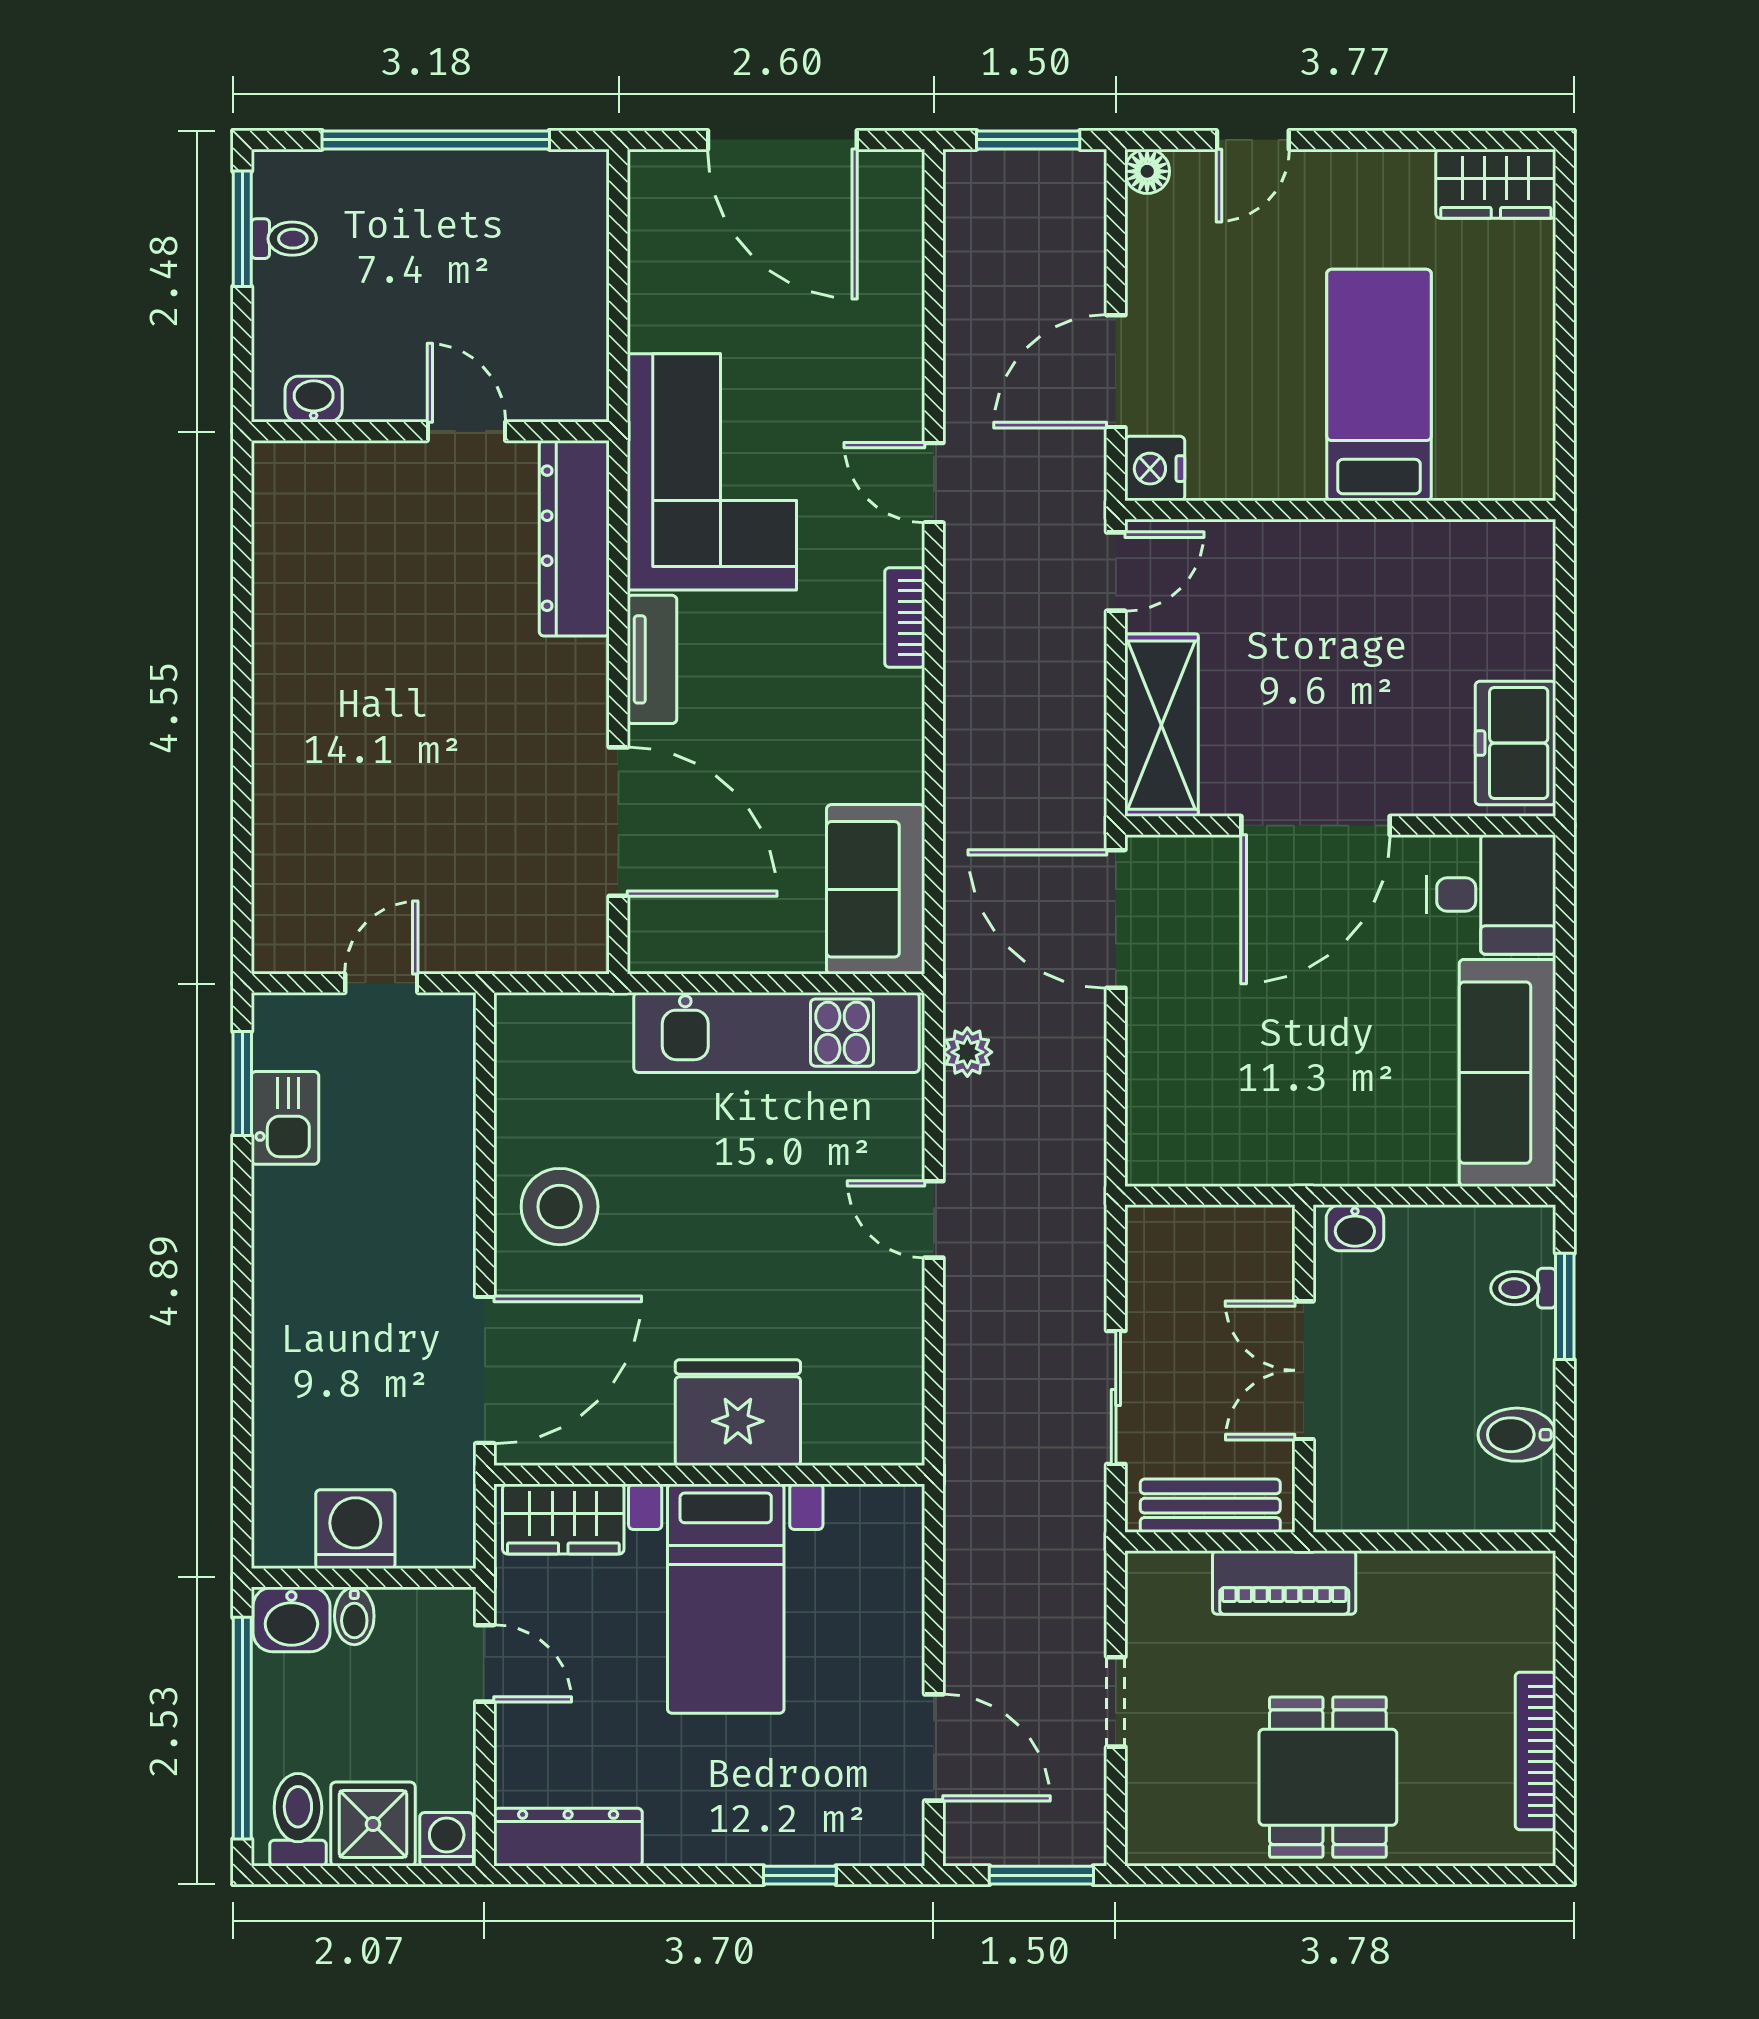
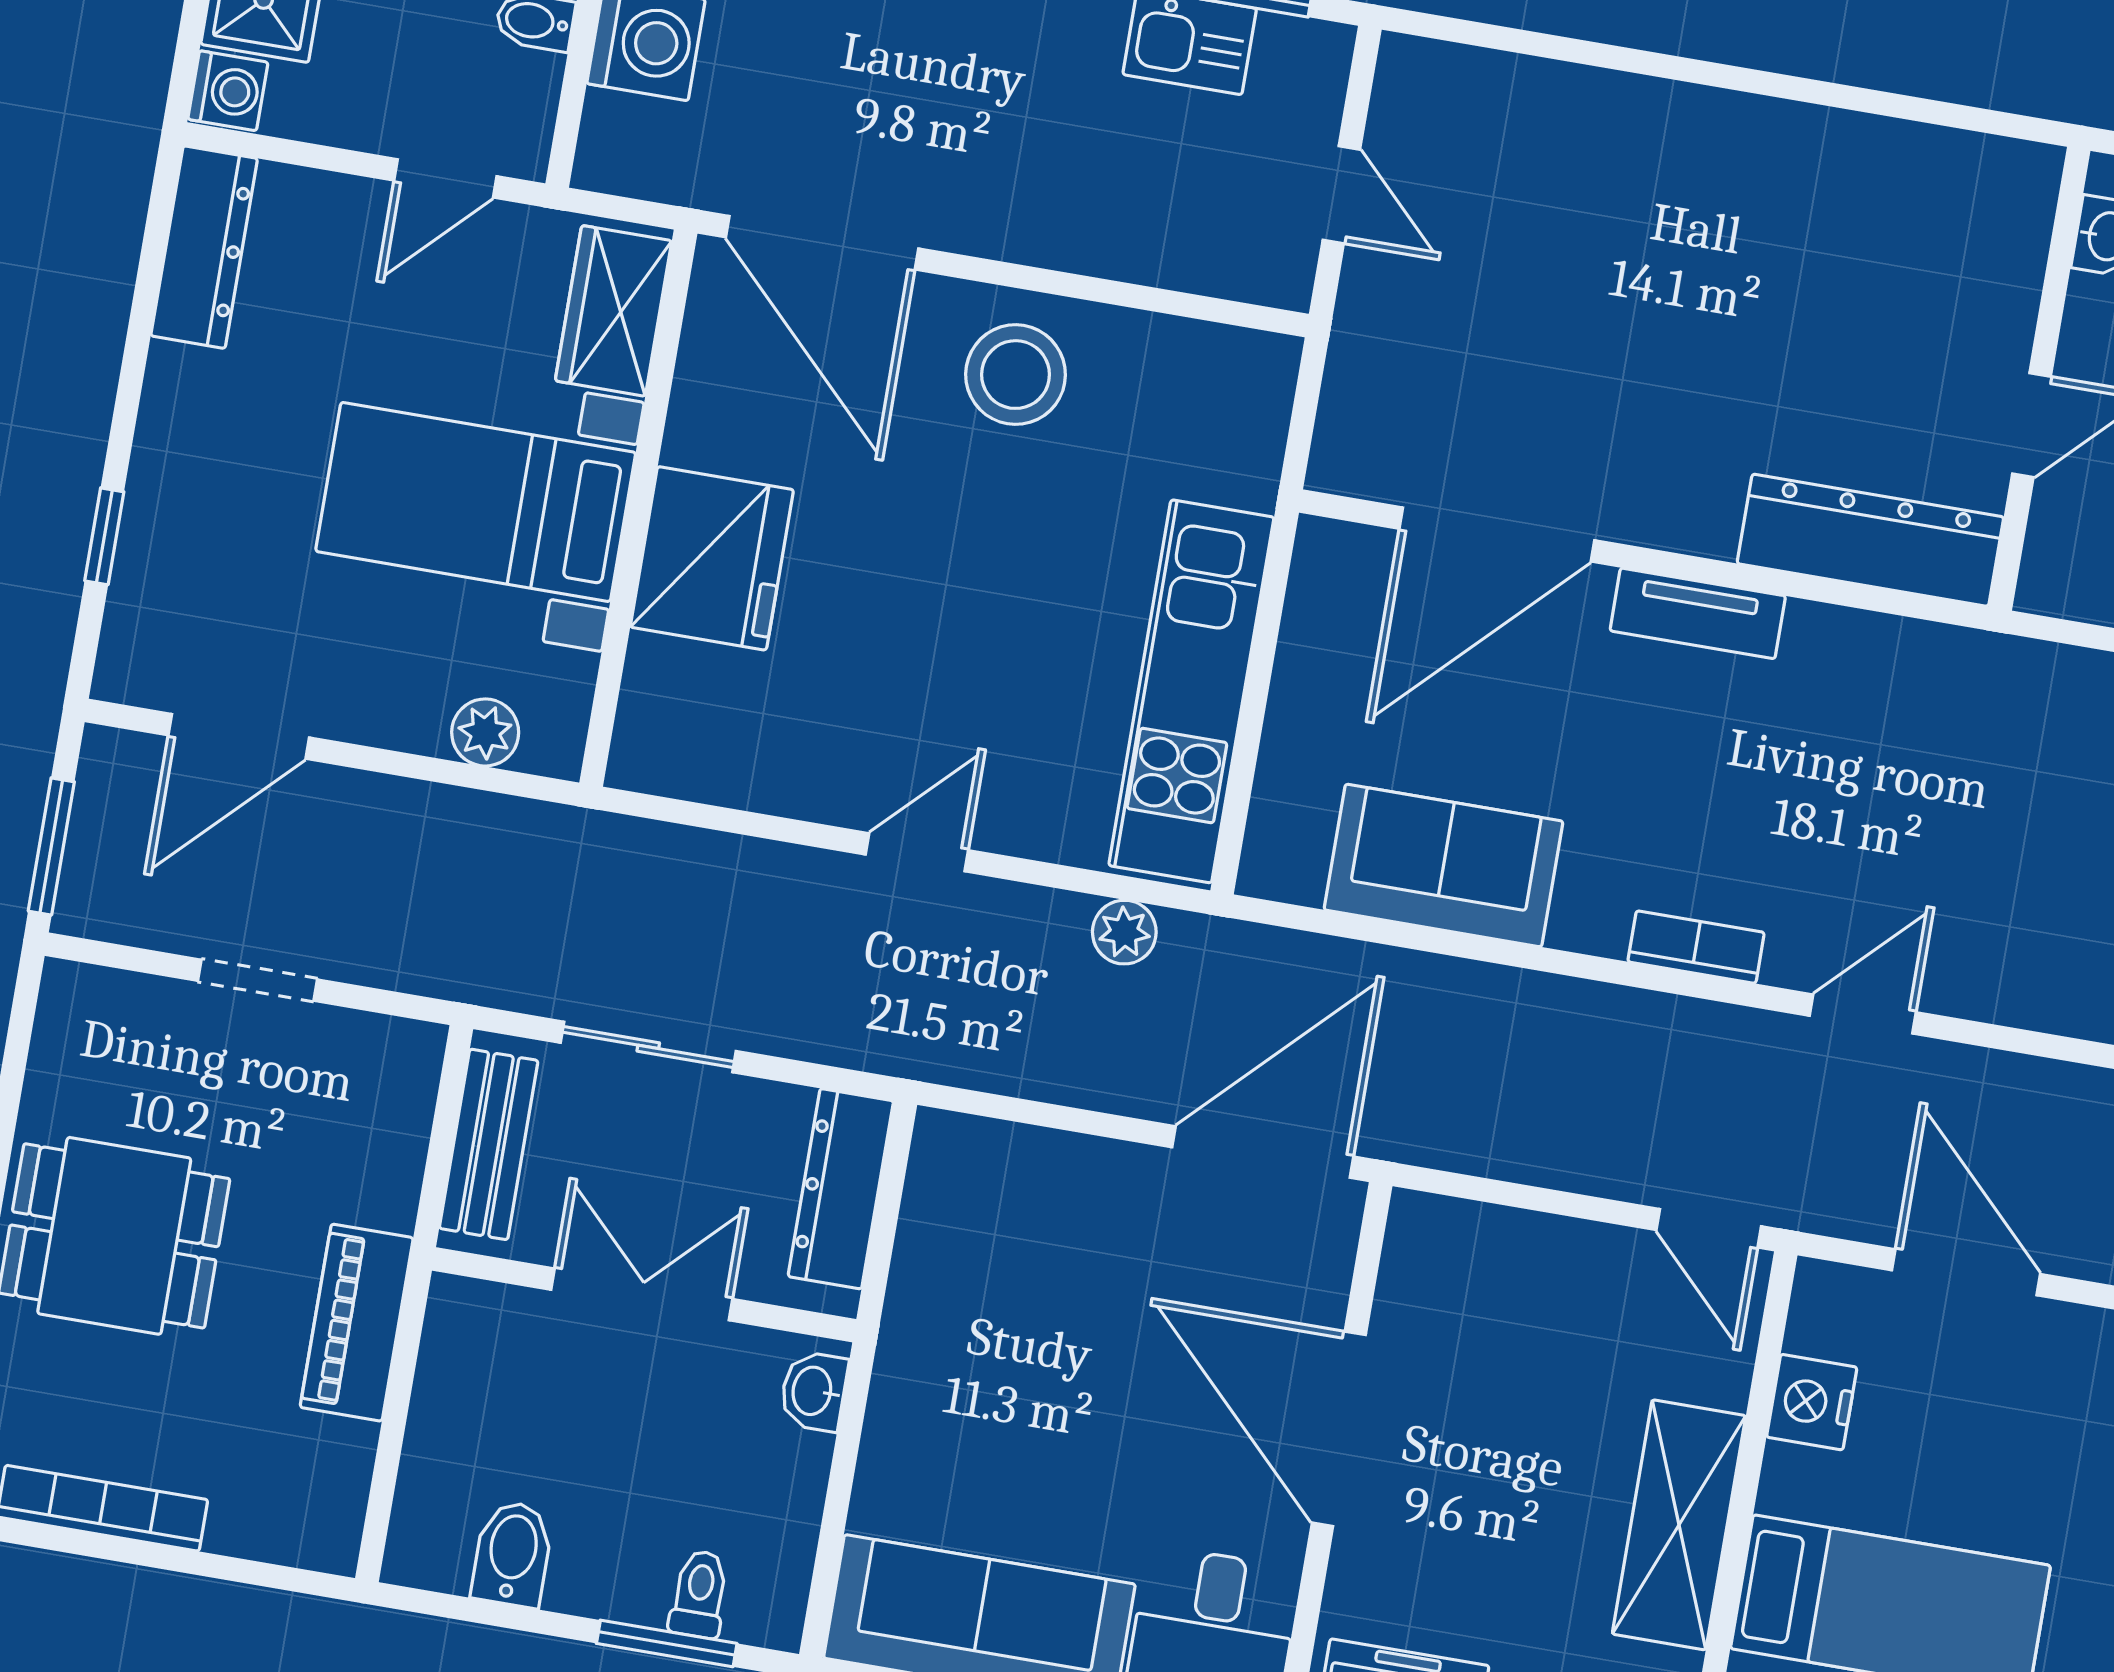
nightstand: (1155, 469) -> (1812, 1402), moved, turned -90
corner sofa: (712, 472) -> (1925, 731), removed
shelving: (1161, 725) -> (1679, 1525), moved, turned 90
sofa: (876, 889) -> (1443, 865), moved
dresser: (1198, 1233) -> (841, 1189), added
plant: (899, 1562) -> (485, 732), added
piano: (1284, 1582) -> (357, 1323), moved

